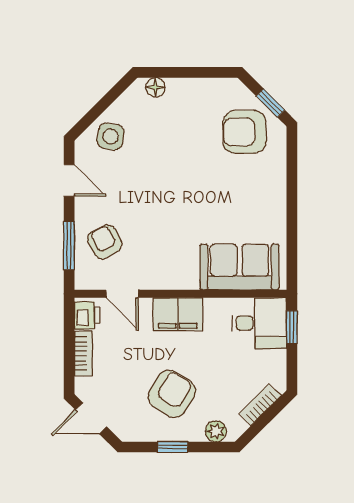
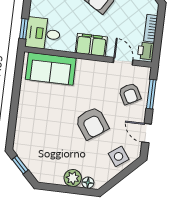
plant: (181, 92) -> (73, 178), added
armchair: (244, 132) -> (92, 123), moved, turned 55
side table: (111, 136) -> (119, 156), turned 45

